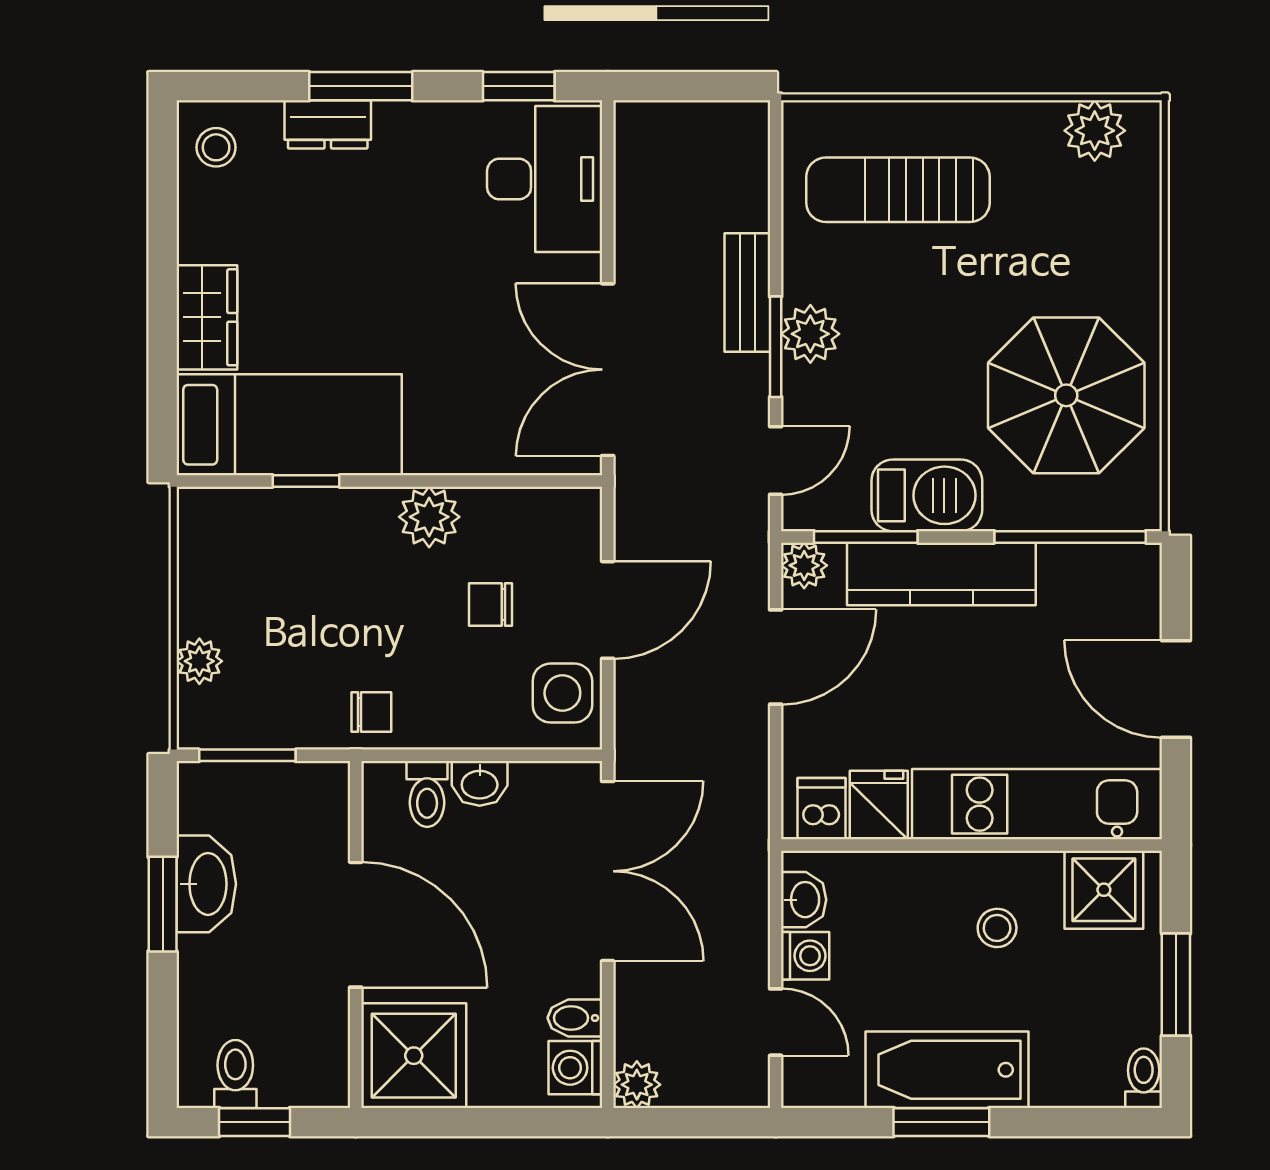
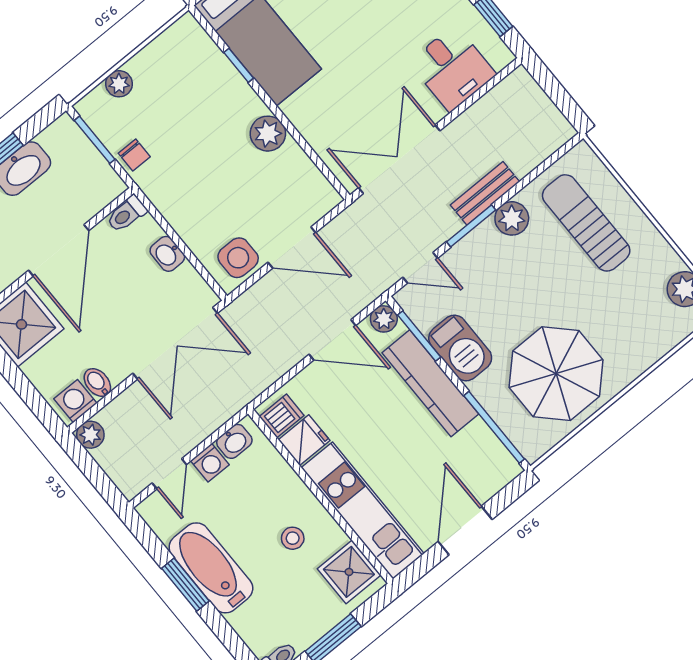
desk: (545, 179) -> (452, 68), width x0.73
plant: (810, 334) -> (512, 218), moved
chair: (491, 604) -> (251, 193), removed
chair: (371, 712) -> (134, 155), moved
toilet: (427, 794) -> (127, 214), moved

